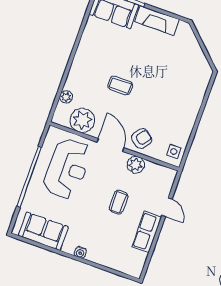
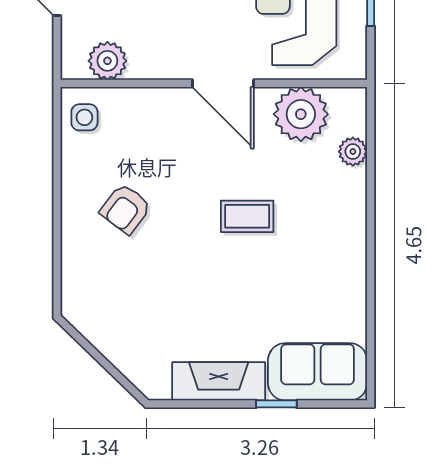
armchair: (142, 139) -> (125, 209), moved
plant: (136, 165) -> (107, 61), moved

